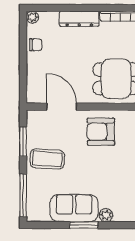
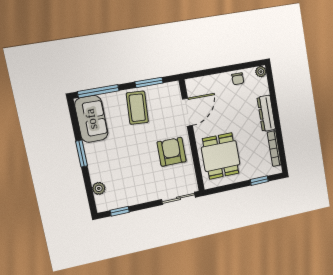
sofa: (74, 208) -> (91, 119), moved
plant: (106, 215) -> (99, 188), moved

